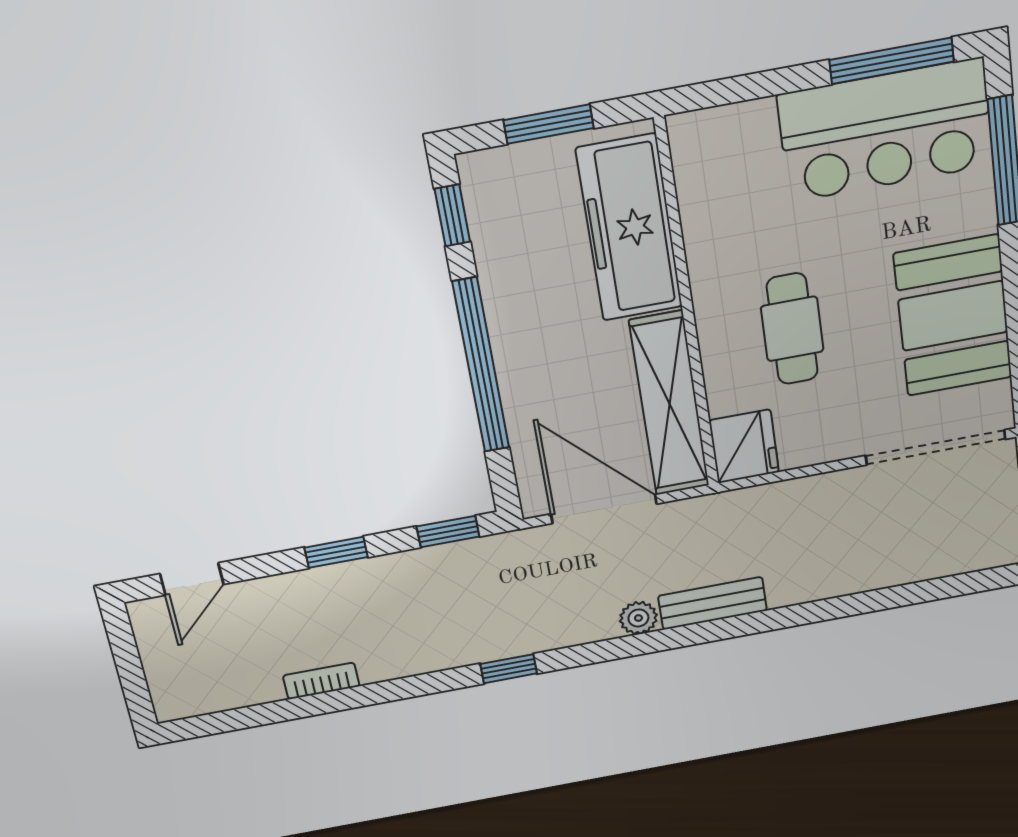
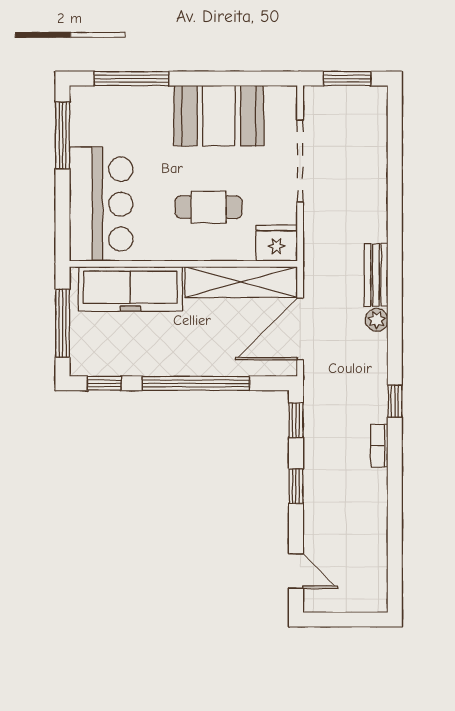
window: (549, 124) -> (63, 323), width x1.44
bar counter: (886, 130) -> (101, 204), moved
doorway: (936, 447) -> (300, 161), moved
bookcase: (321, 681) -> (379, 446), moved

